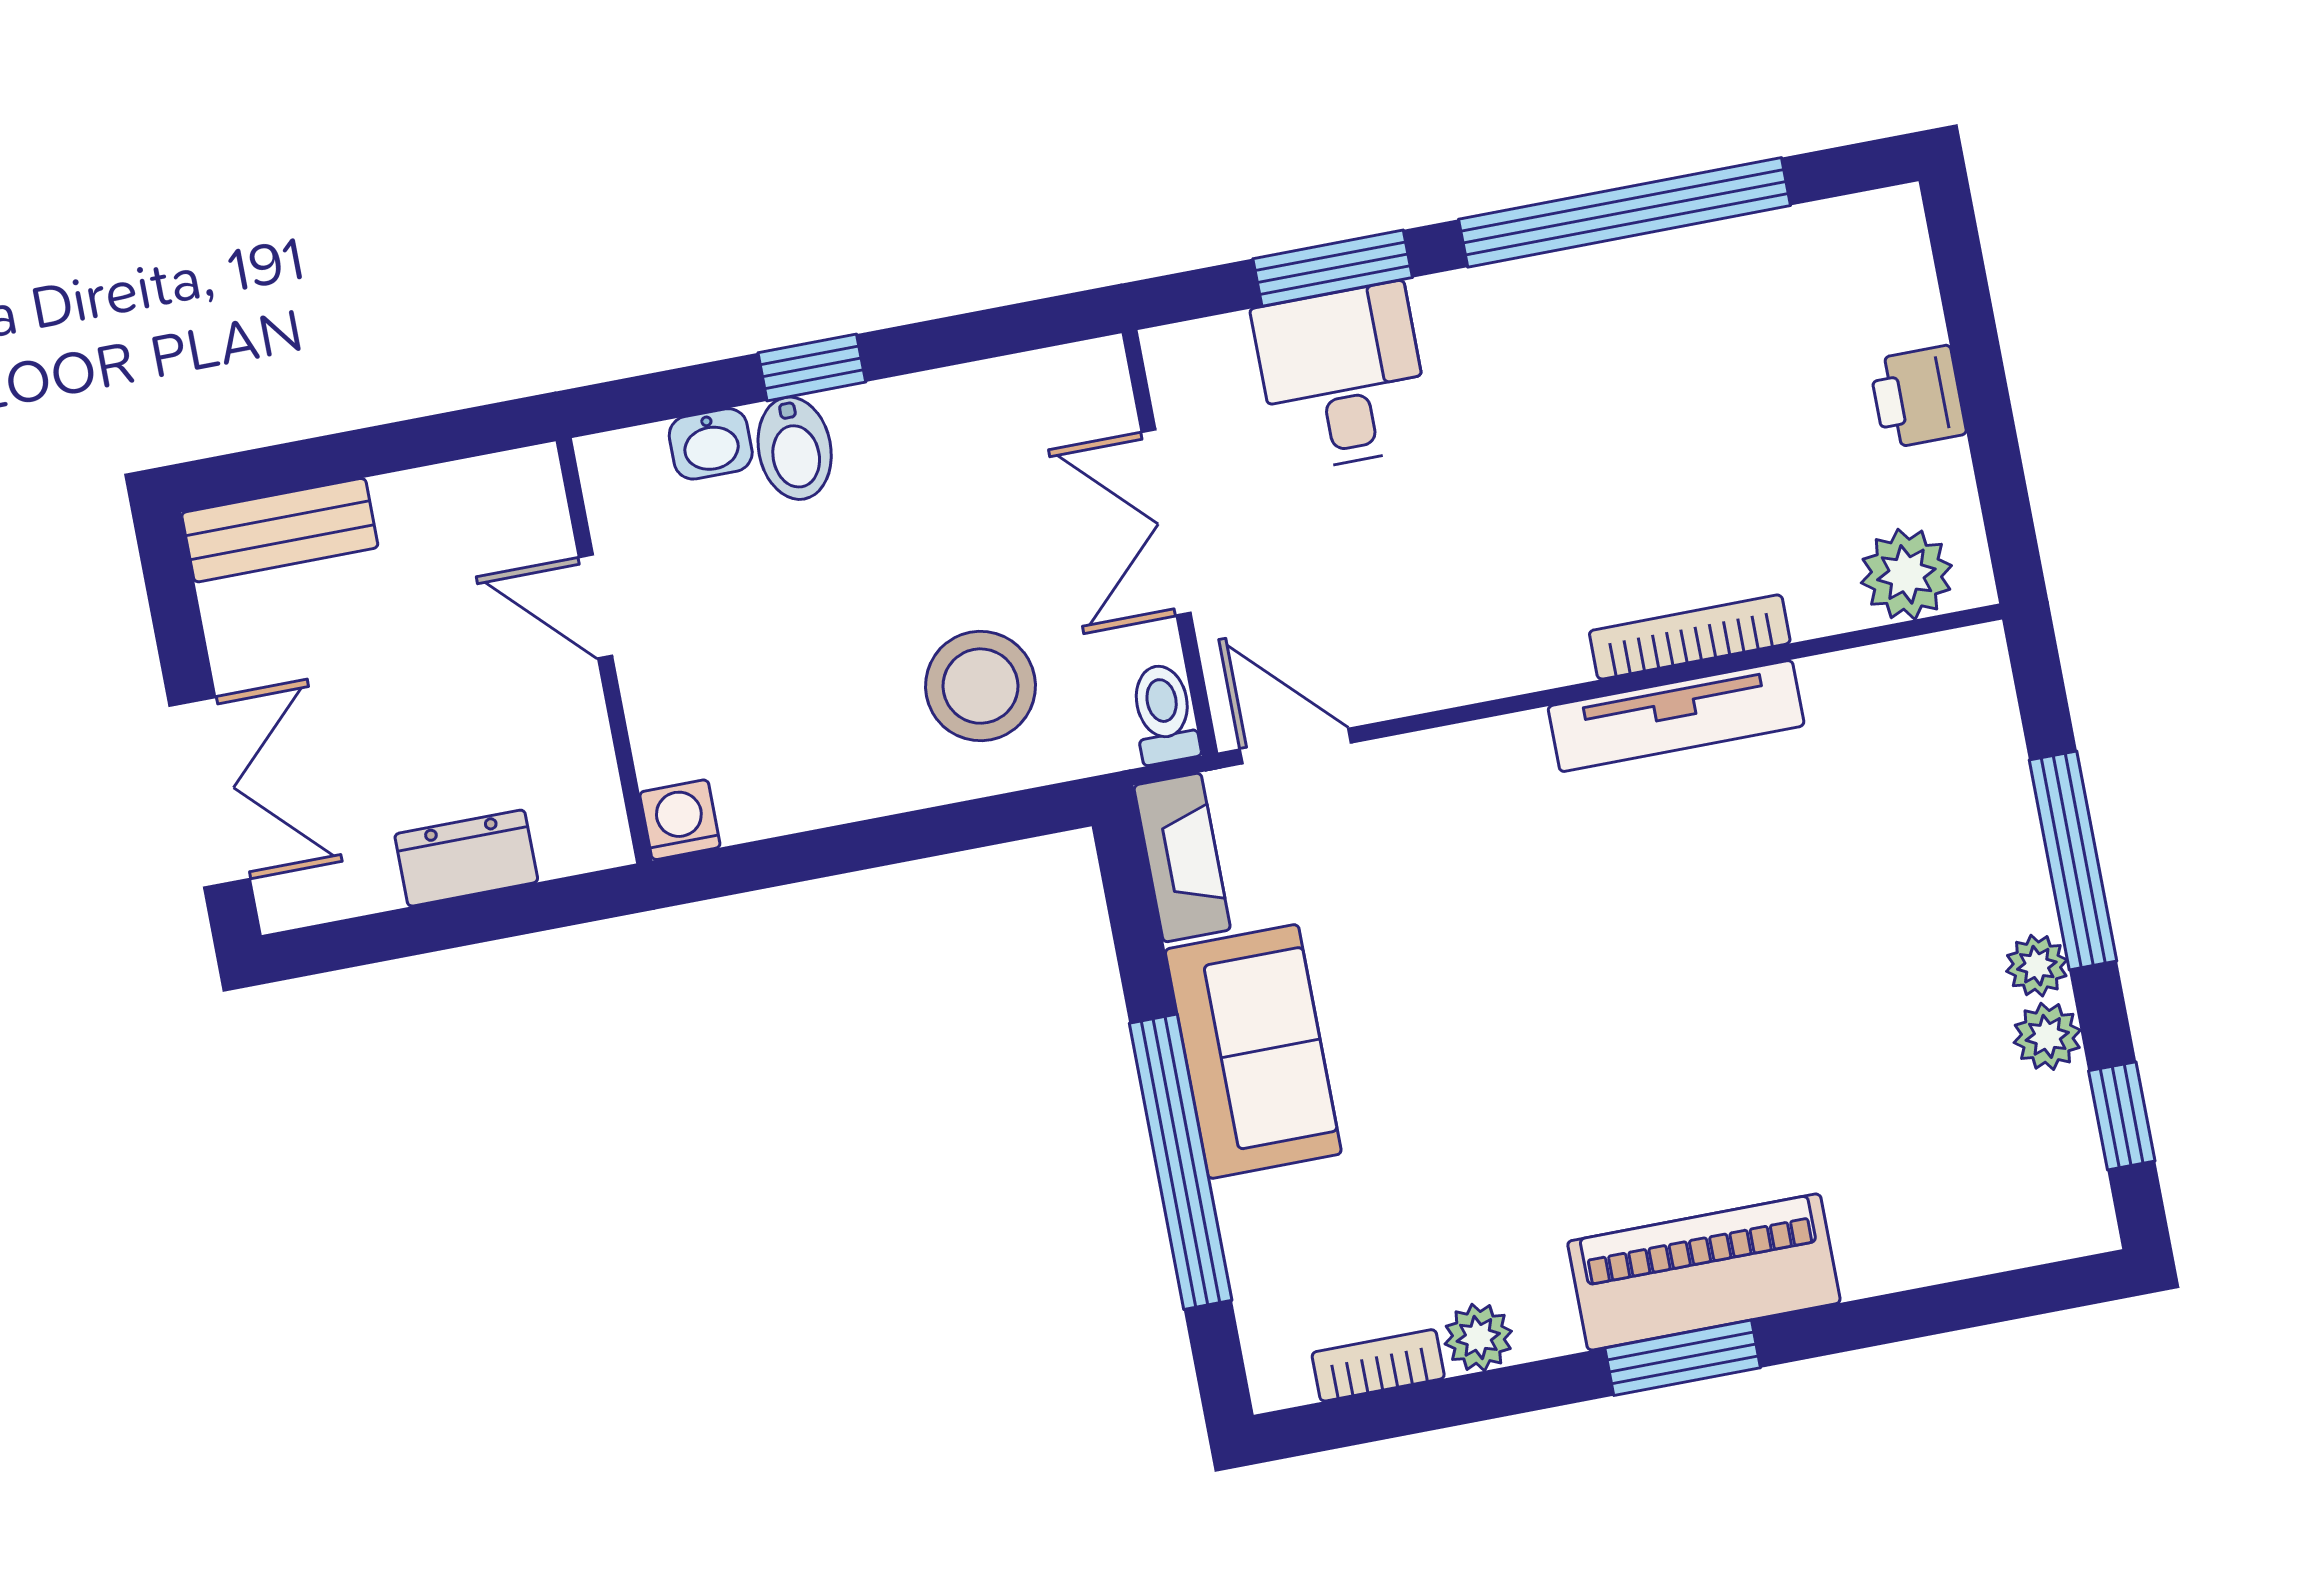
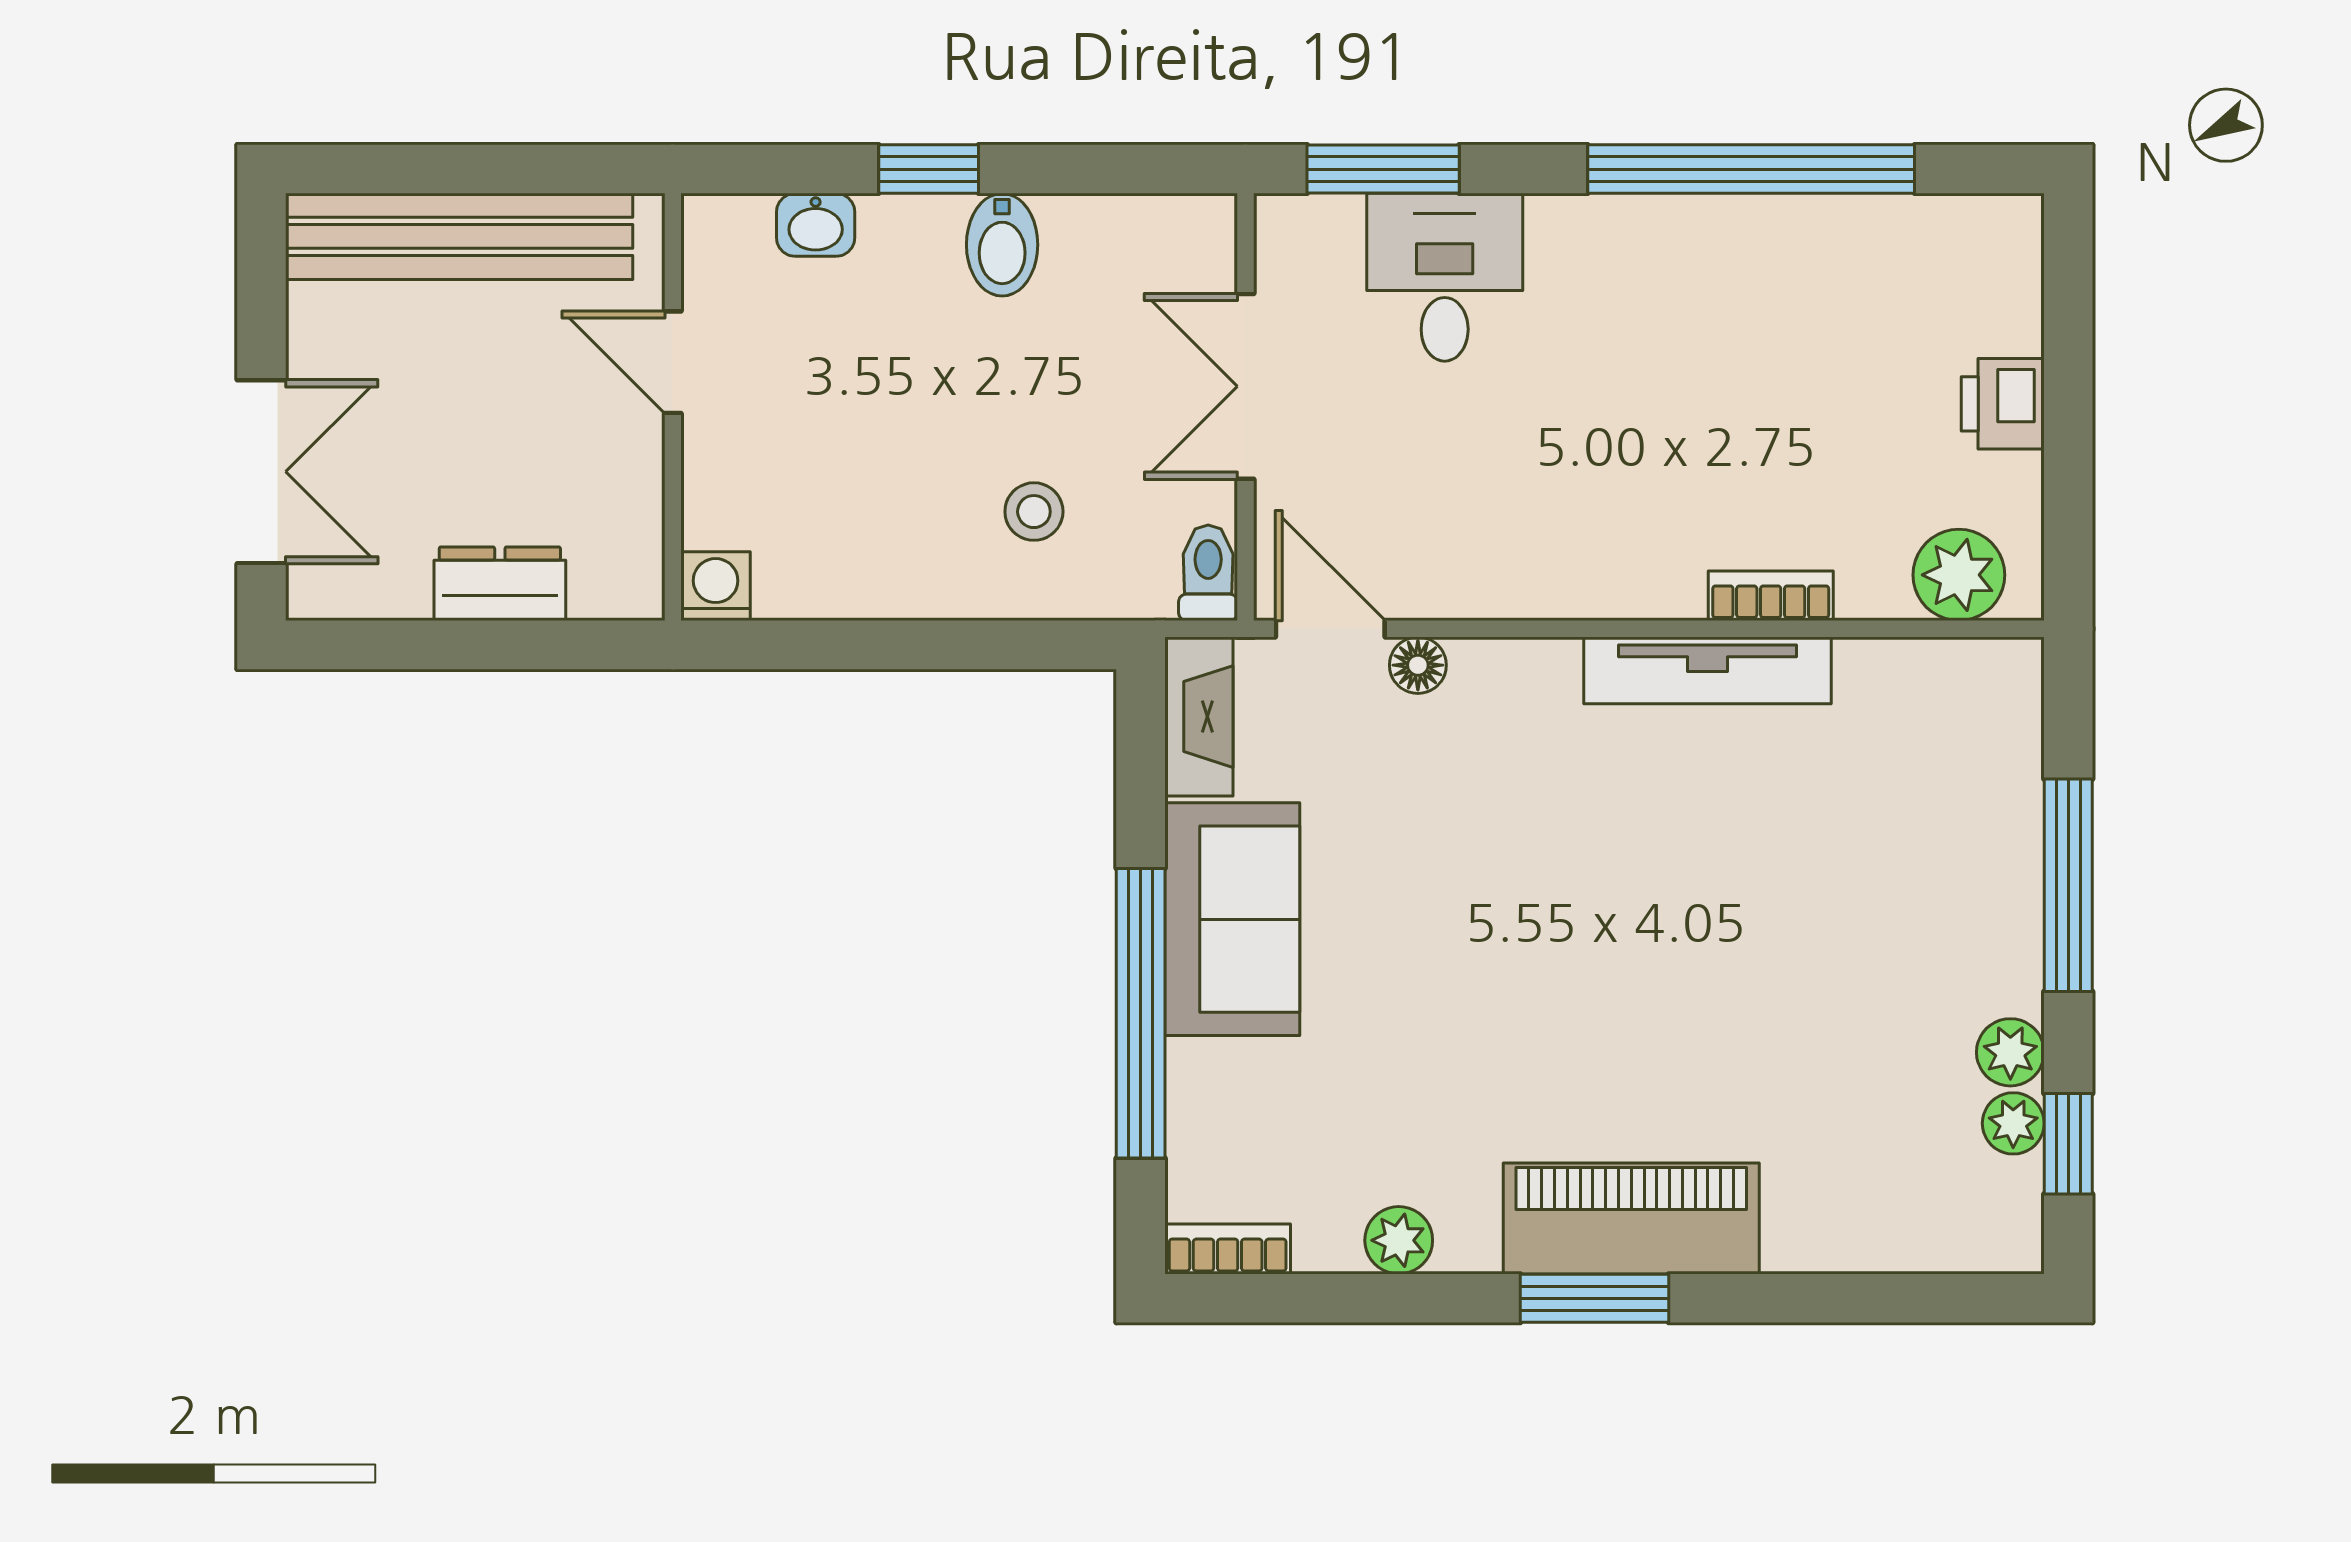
window: (1333, 268) -> (1383, 169), moved
bidet: (795, 448) -> (1002, 245), moved
bench: (280, 530) -> (459, 236), width x1.86, depth x1.21
bookcase: (1690, 637) -> (1771, 596), width x0.64
stool: (980, 686) -> (1034, 512), width x0.53, depth x0.53
floor lamp: (1389, 766) -> (1418, 665), added
plant: (2037, 966) -> (2013, 1123), moved
bookcase: (1378, 1365) -> (1228, 1249), moved

